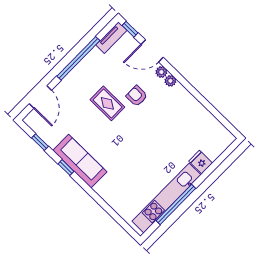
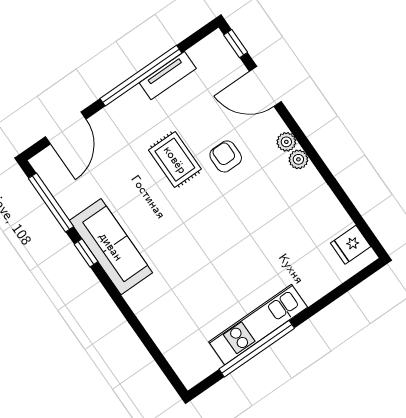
tv unit: (111, 38) -> (168, 76), moved
plant: (161, 72) -> (298, 159), moved
window: (40, 142) -> (51, 203), width x2.17
fridge: (201, 162) -> (351, 245), moved, turned -90
kitchen unit: (166, 198) -> (258, 325), width x0.73

